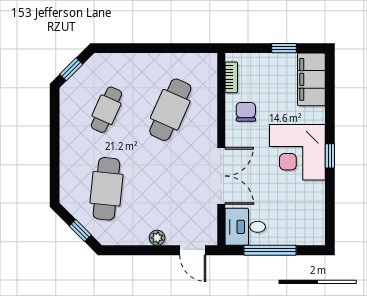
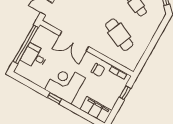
window: (284, 48) -> (125, 93), moved
desk: (245, 227) -> (34, 56), moved, turned -90
window: (270, 250) -> (26, 44), width x1.46

